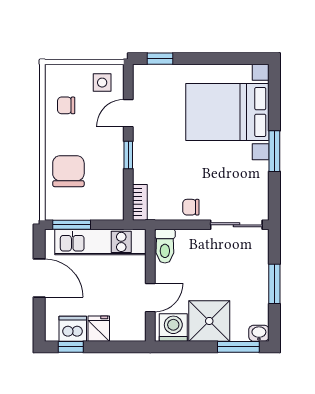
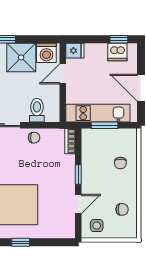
window: (160, 59) -> (21, 242), moved
chair: (68, 171) -> (120, 163), width x0.54, depth x0.54
window: (72, 225) -> (104, 125), moved
toilet: (165, 246) -> (37, 110), moved
fridge: (99, 329) -> (75, 51), moved, turned -90

